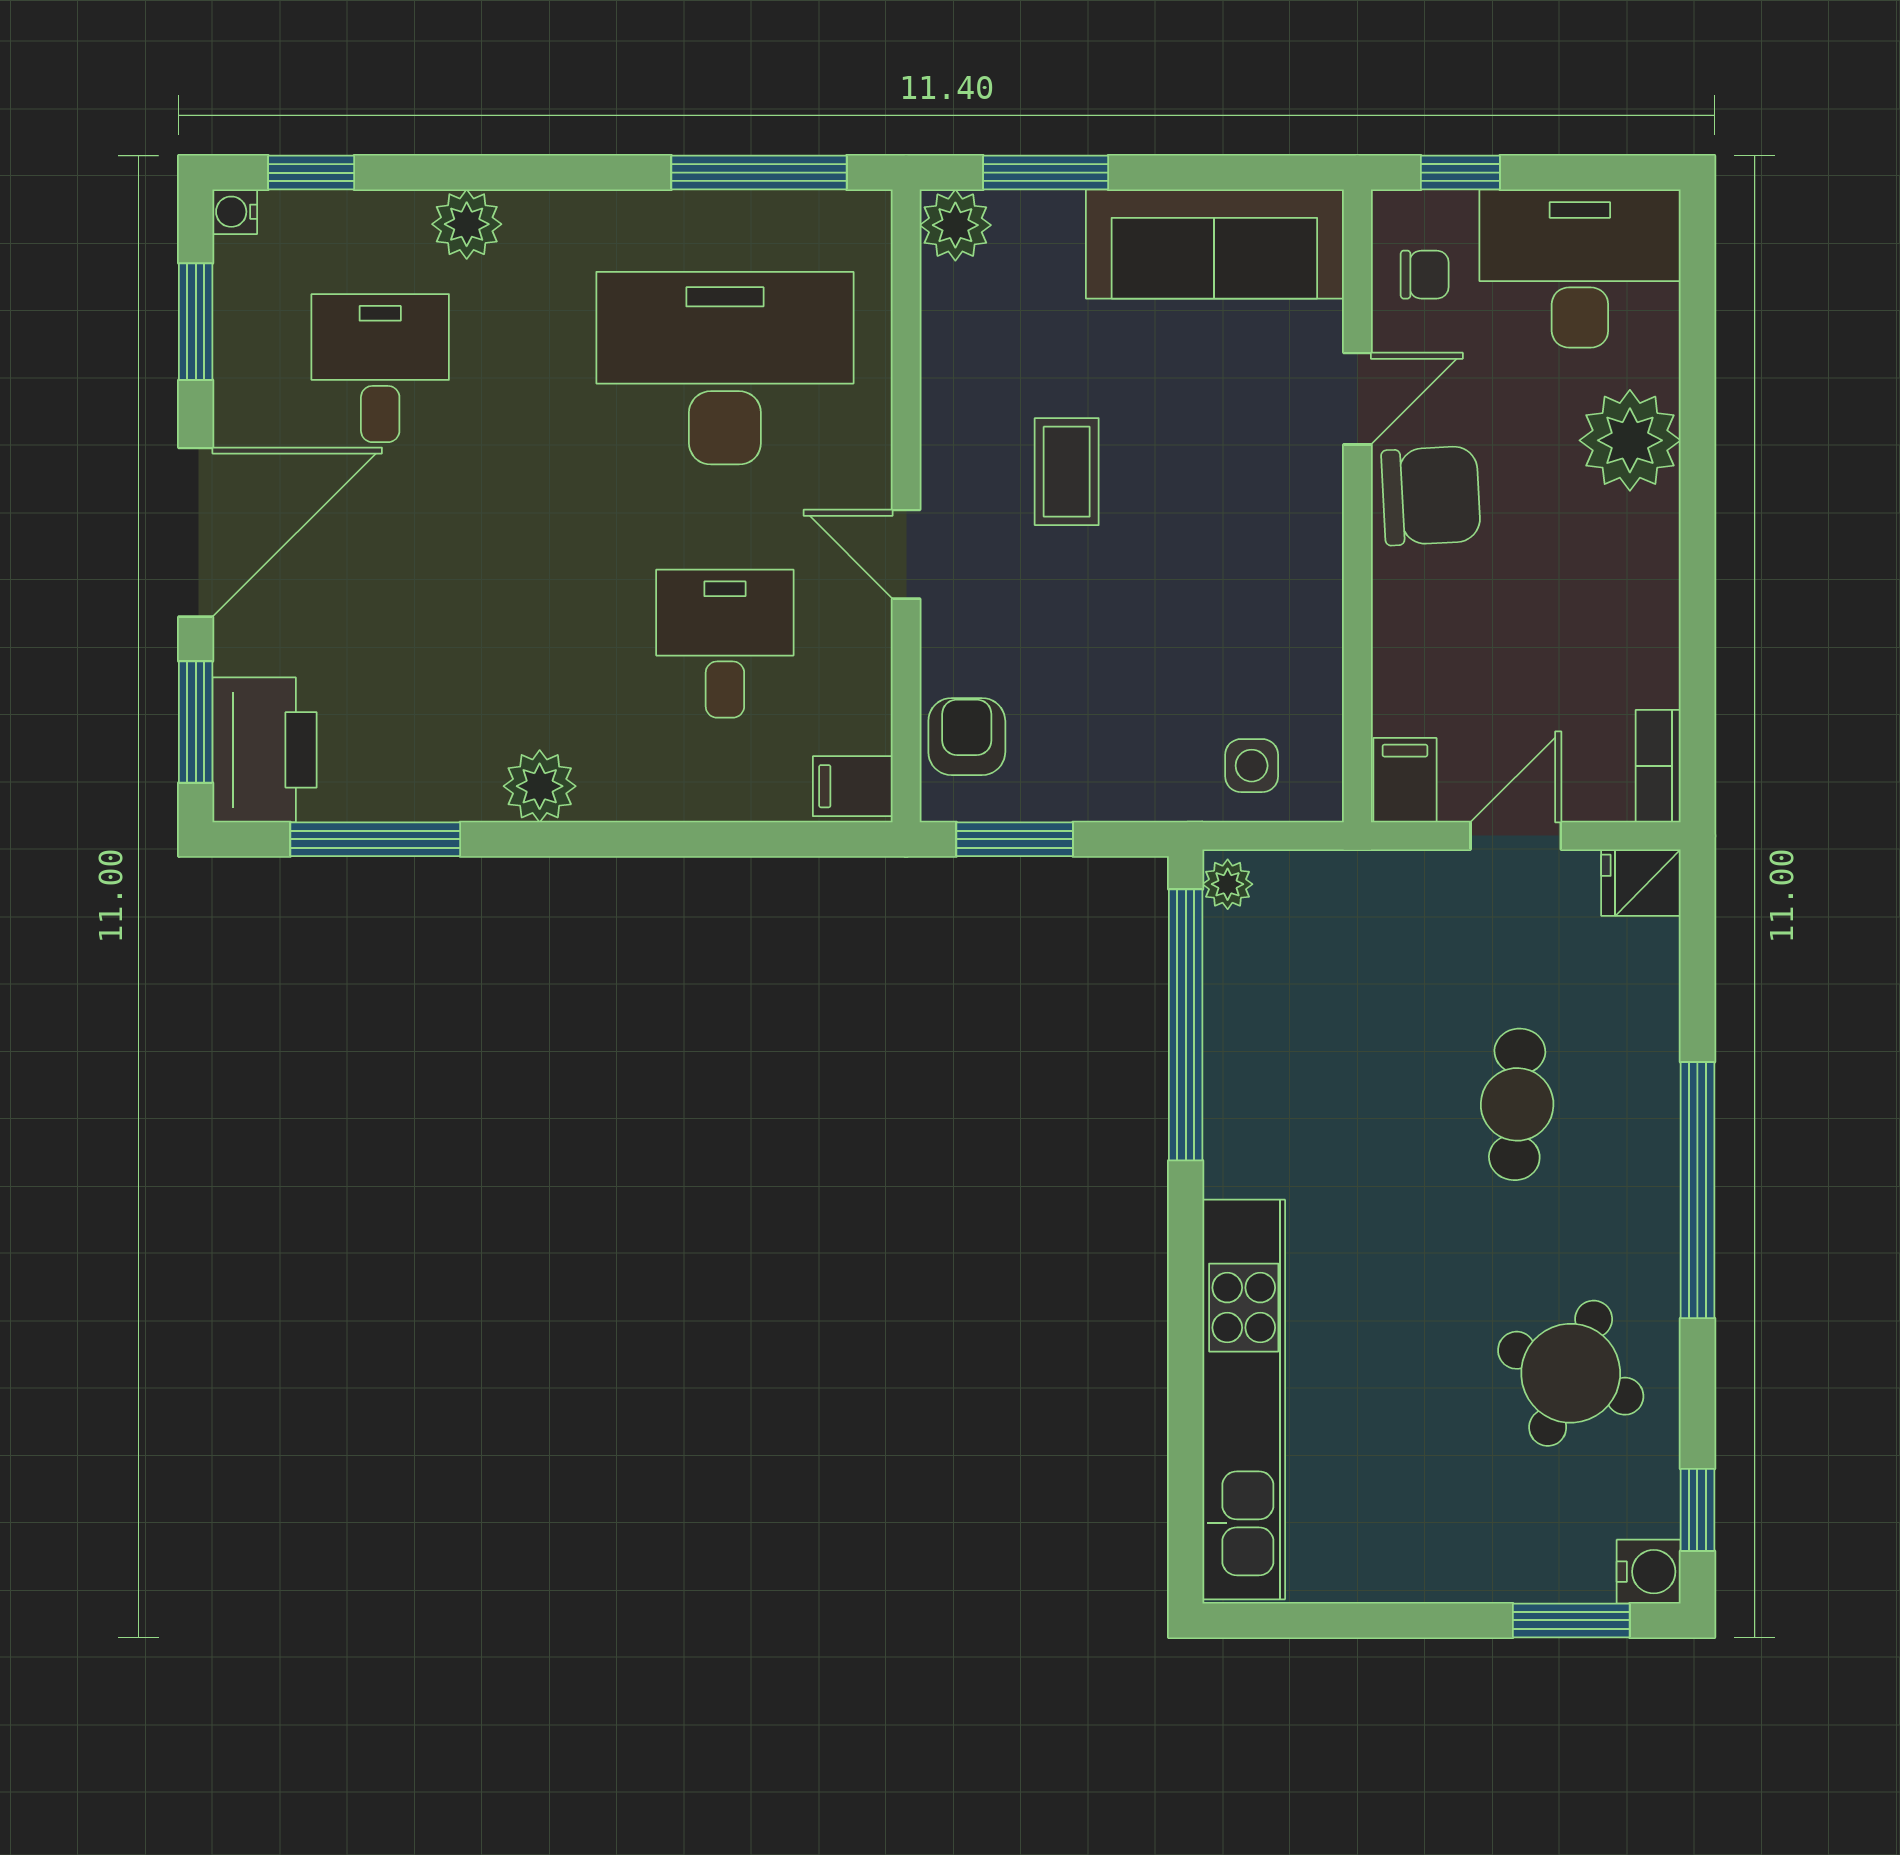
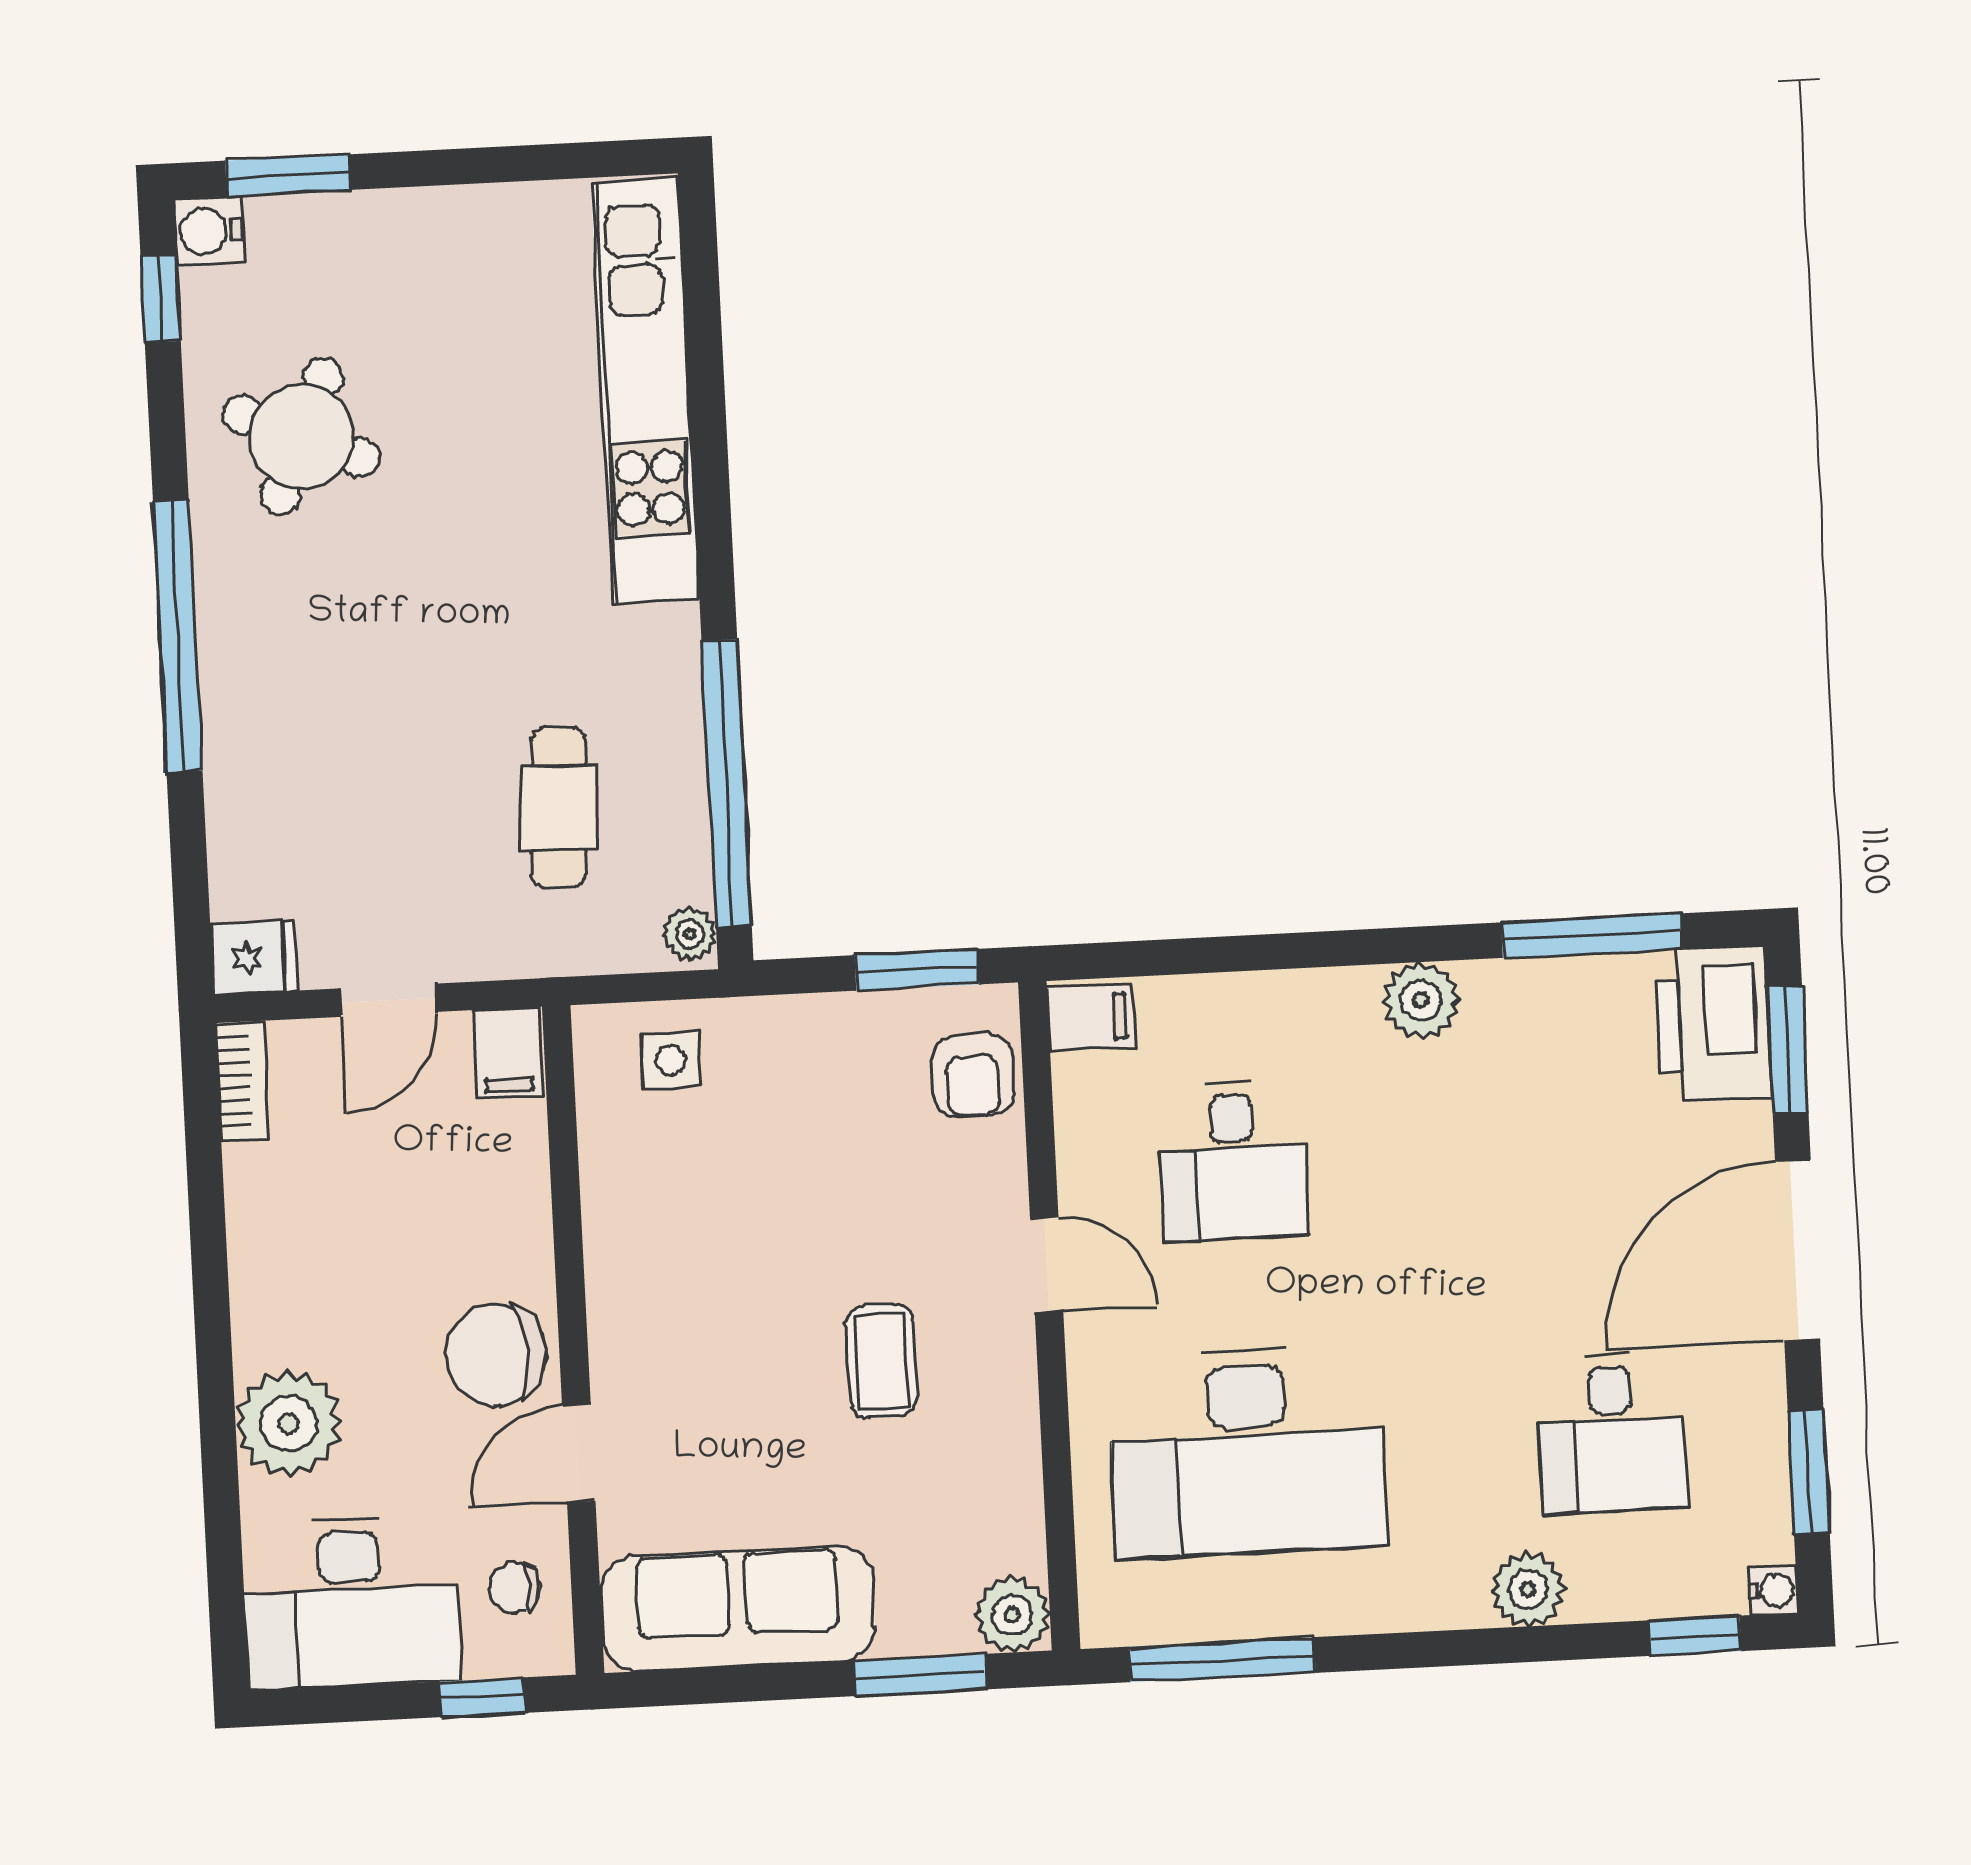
cafe table: (1517, 1104) -> (559, 807), moved

